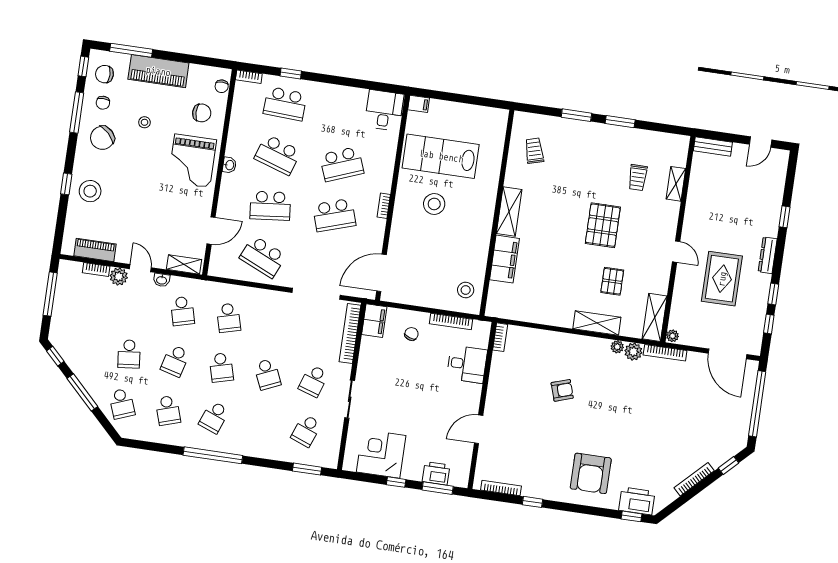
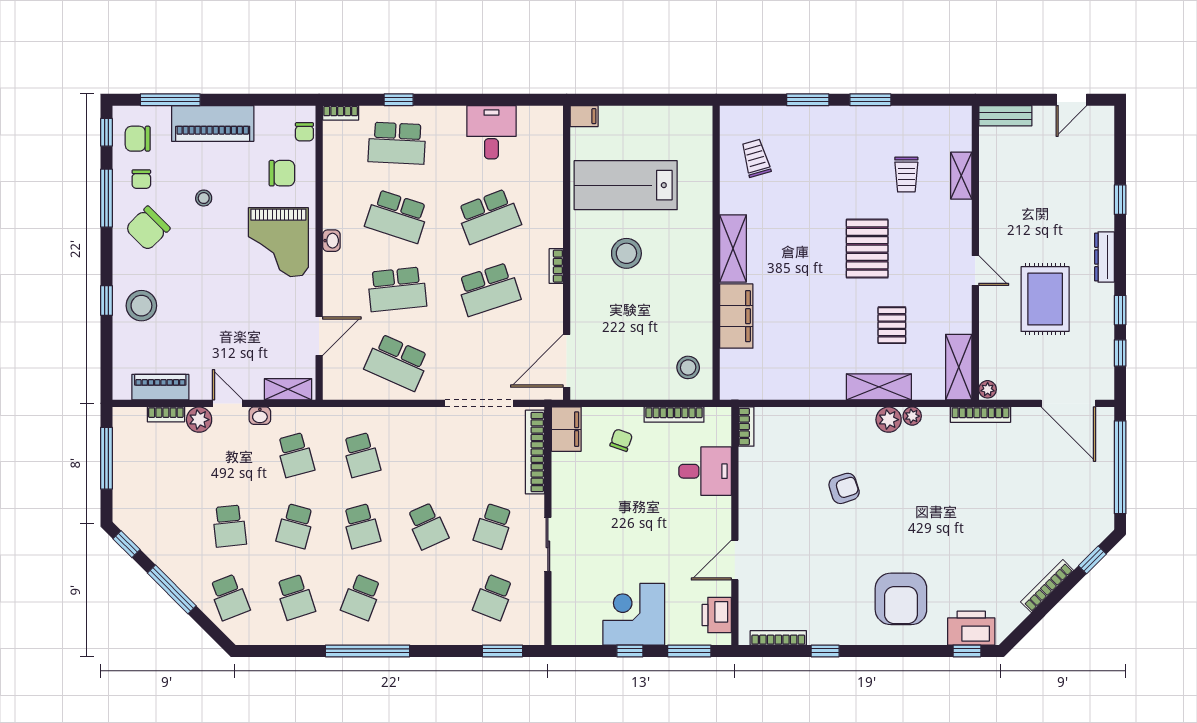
desk: (384, 110) -> (491, 132), moved
plant: (633, 352) -> (889, 420), moved
corner desk: (381, 454) -> (634, 614), moved
printer: (436, 473) -> (717, 615), moved, turned -90

